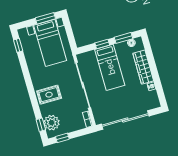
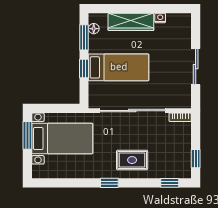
window: (18, 45) -> (109, 183), moved
rug: (49, 95) -> (132, 160), turned 90
sliding door: (125, 120) -> (196, 67), width x0.54
plant: (52, 123) -> (171, 167), removed

